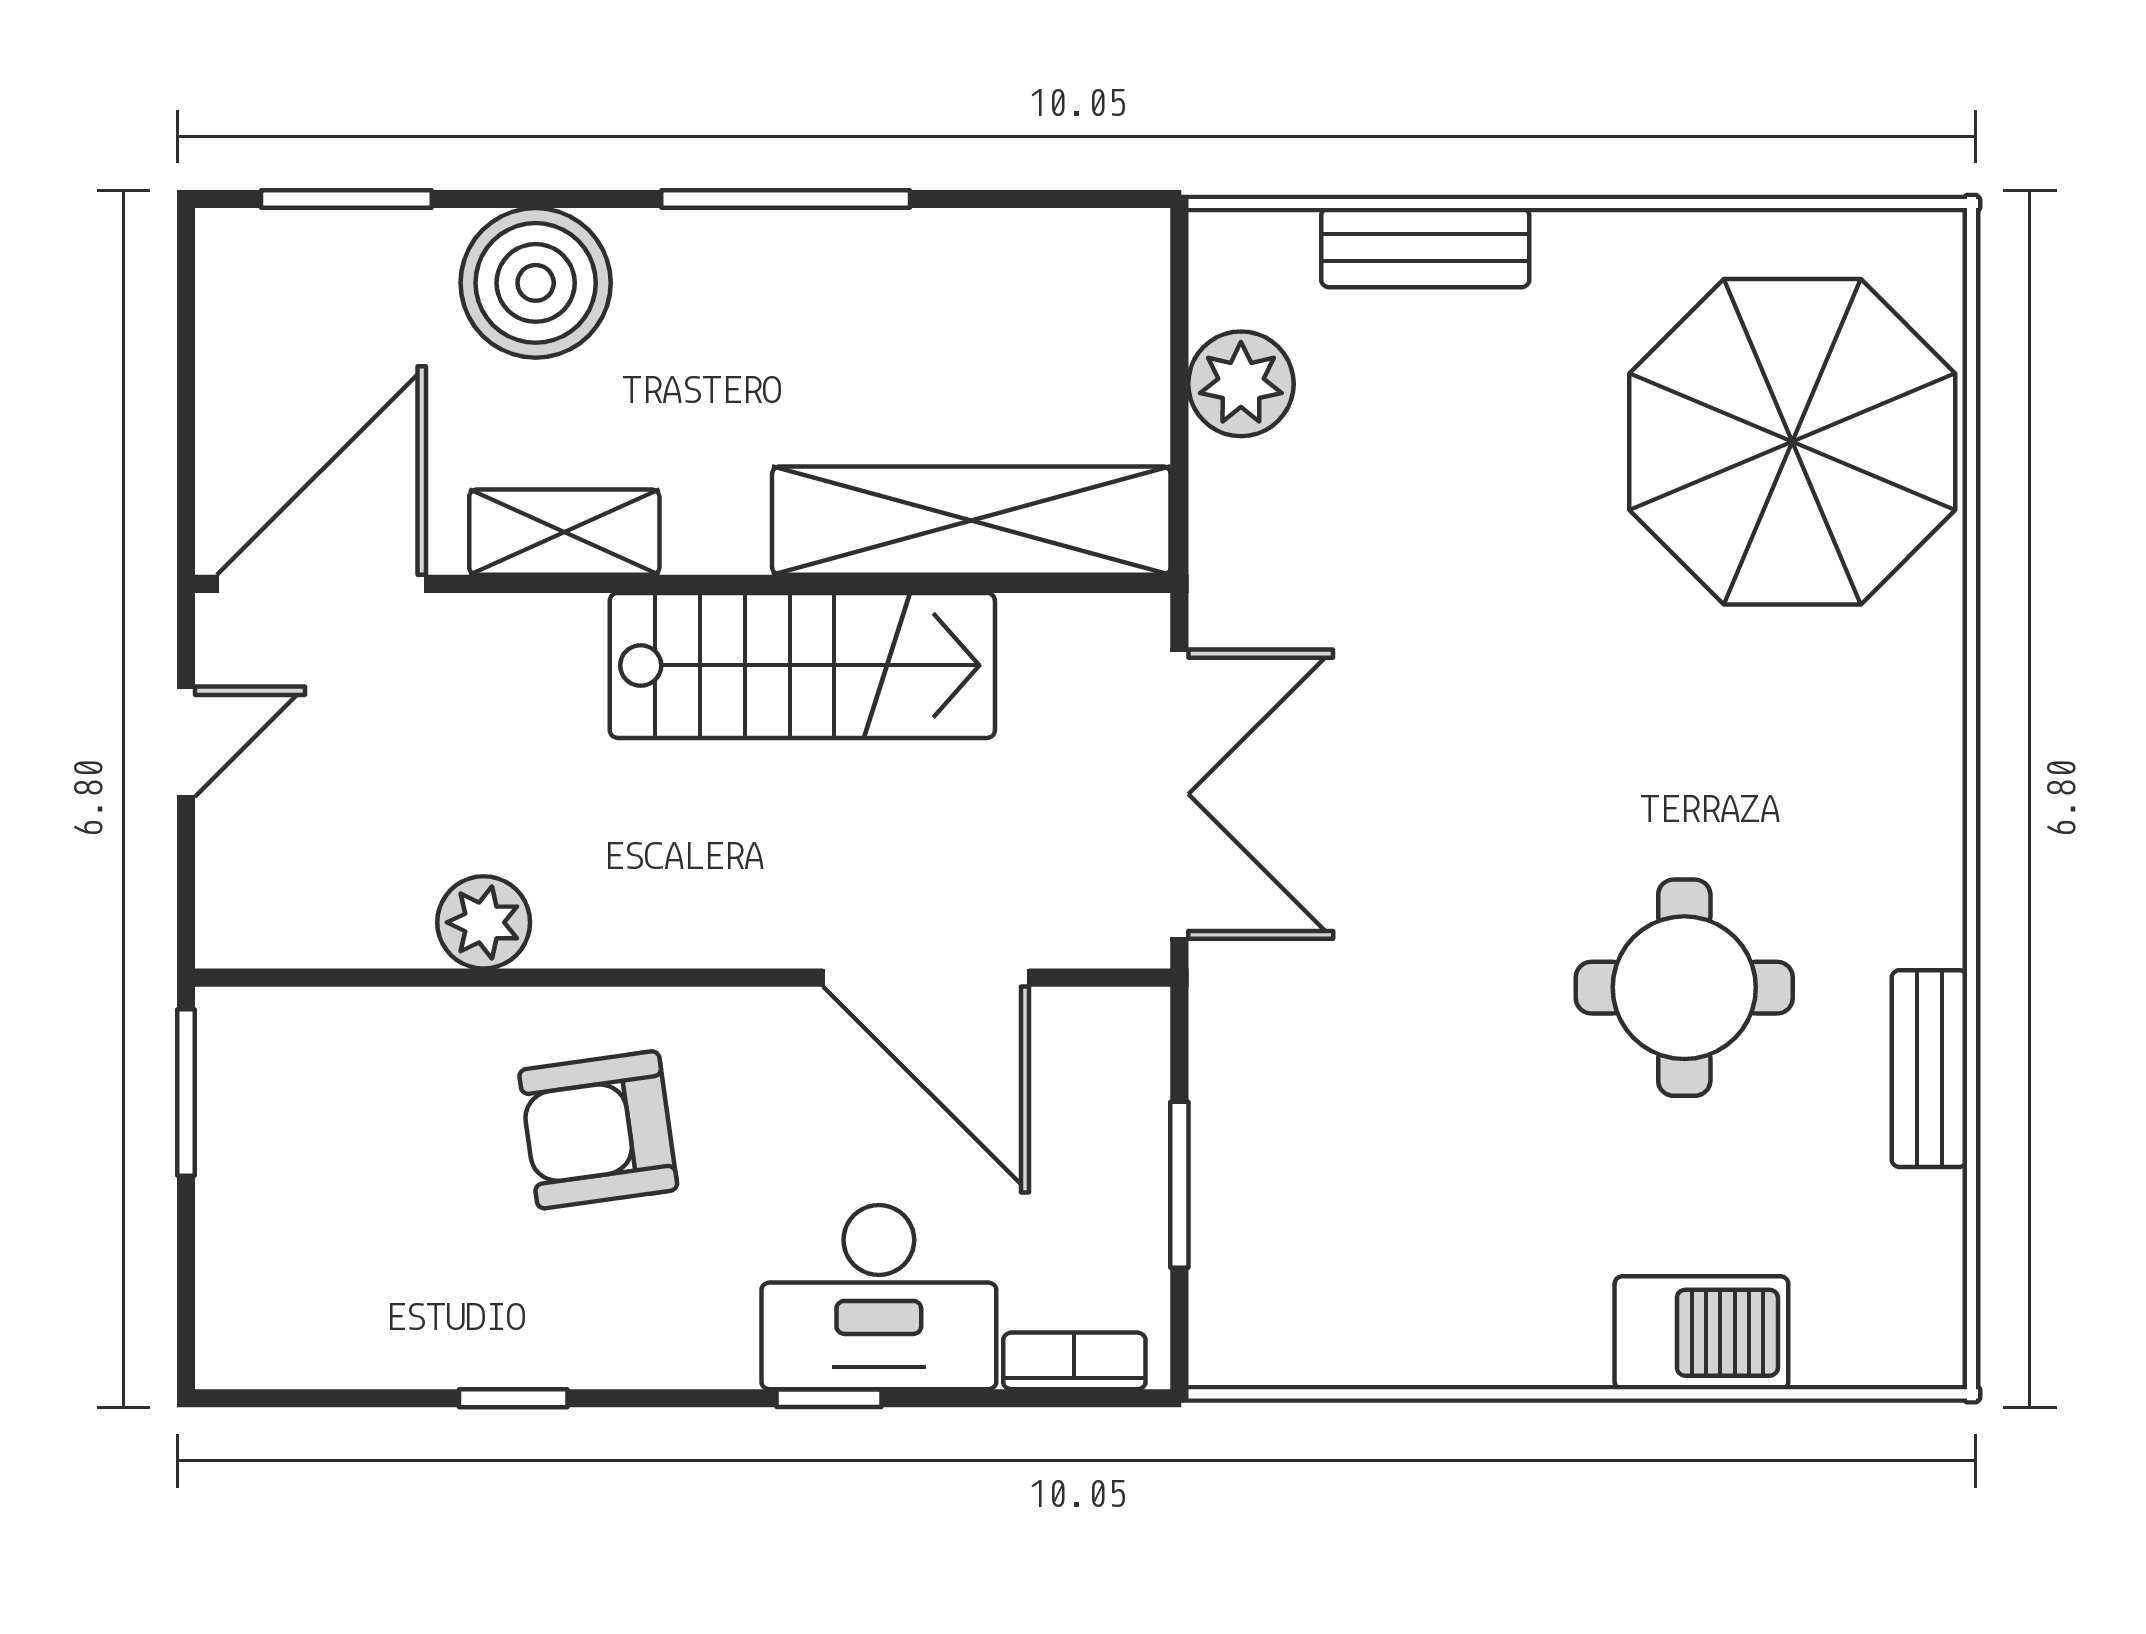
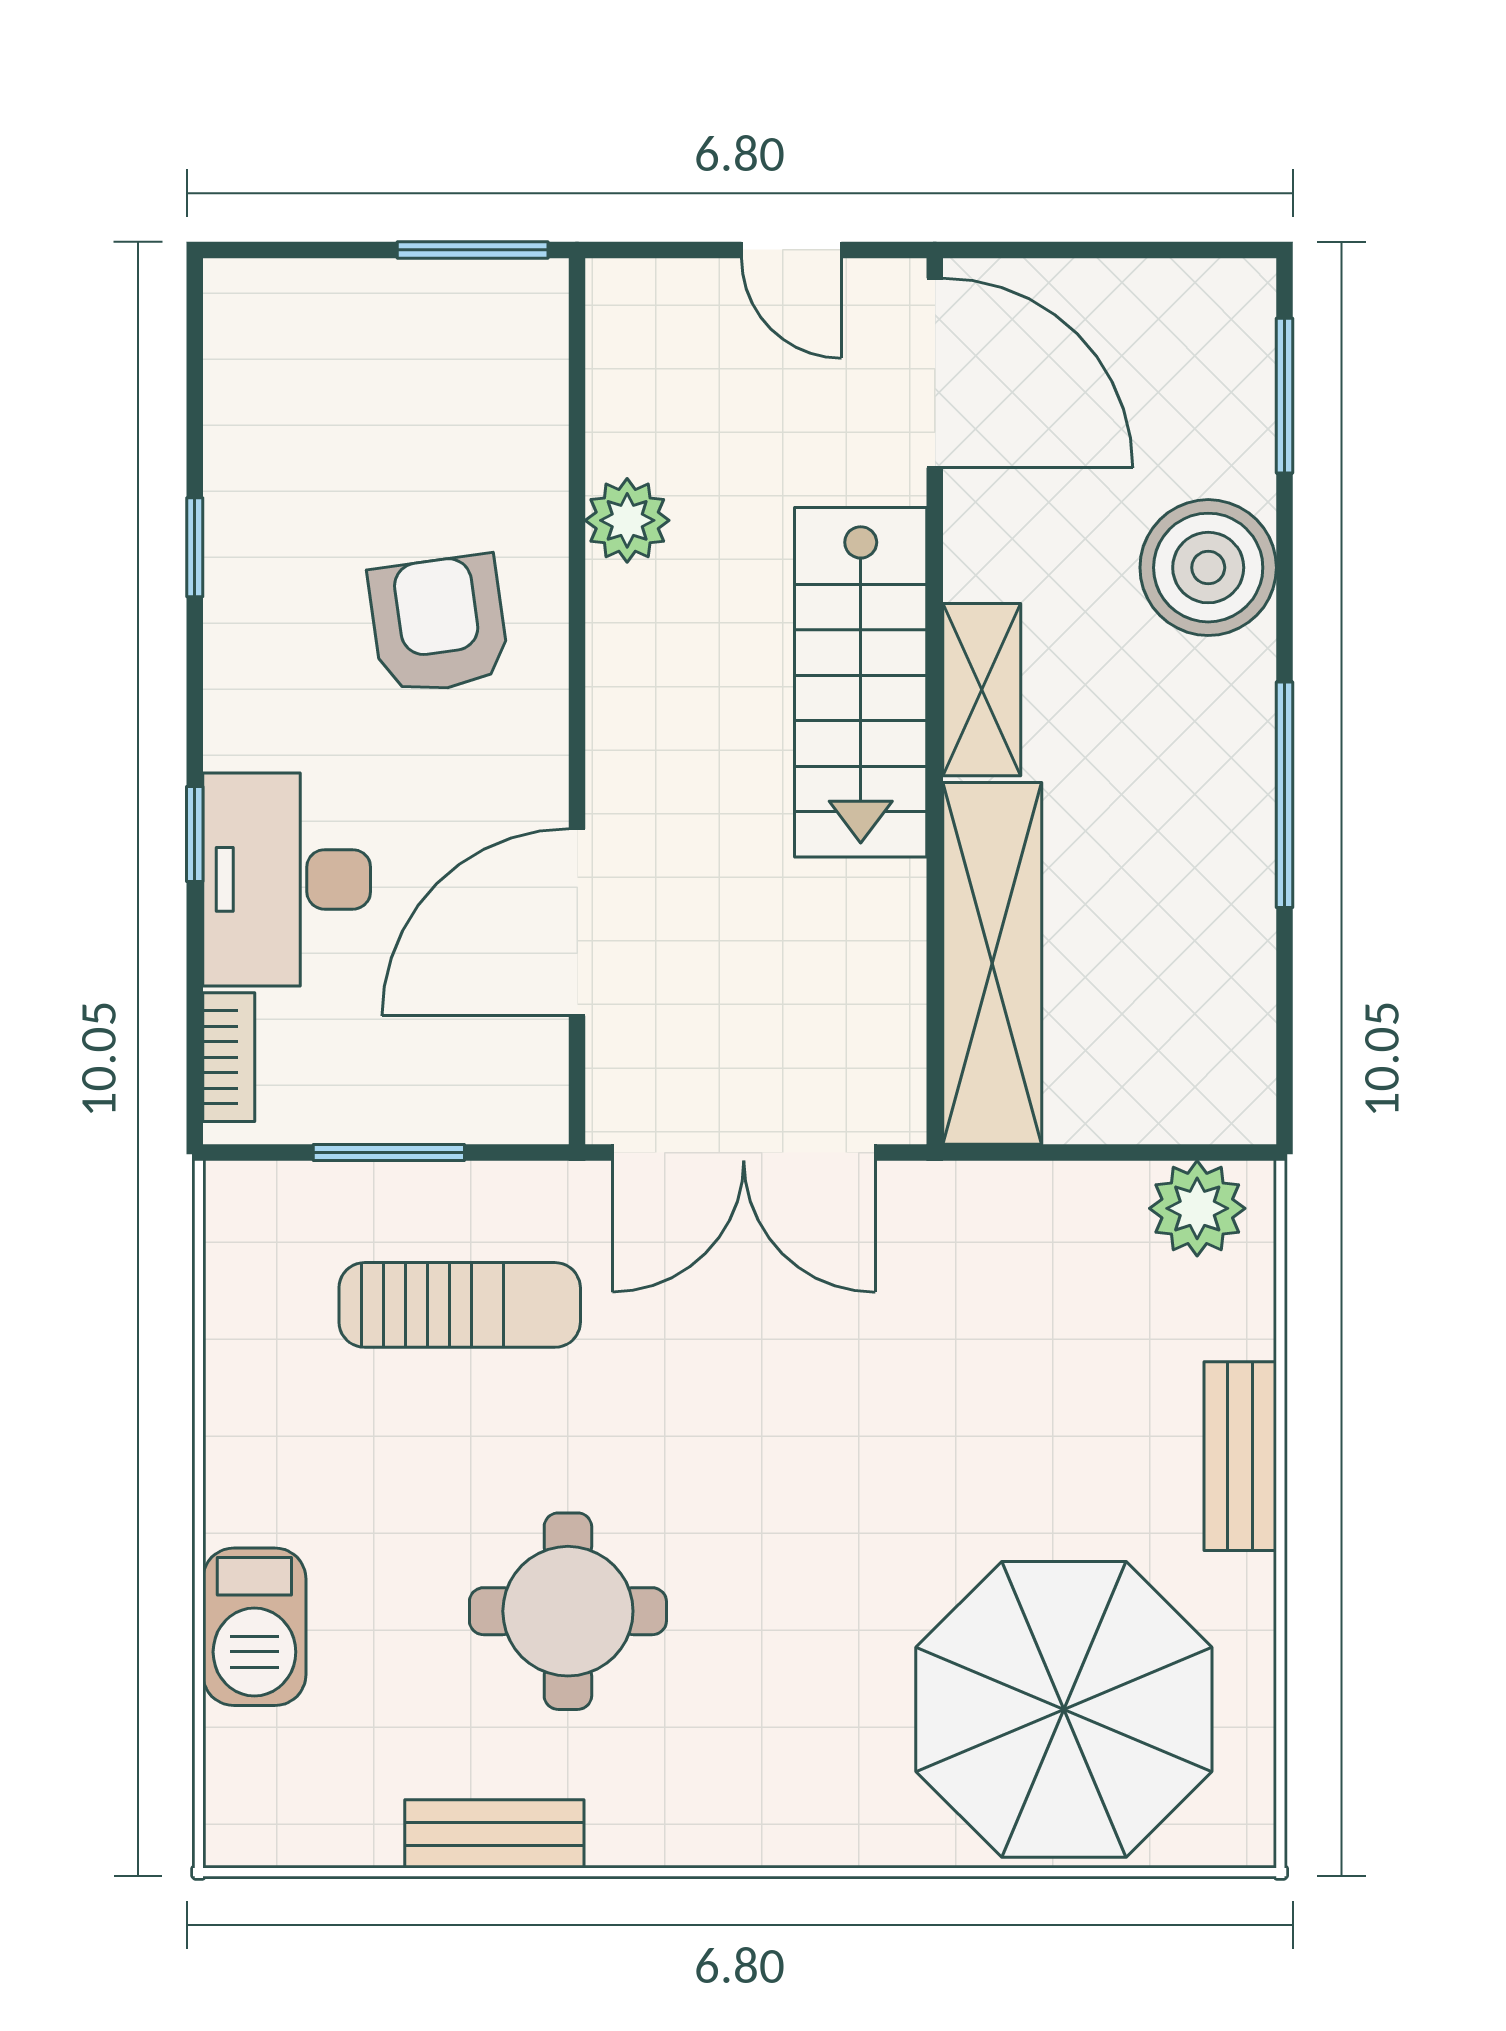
bench: (1425, 248) -> (1240, 1456), moved
plant: (1241, 384) -> (1197, 1208), moved
shelving: (564, 532) -> (982, 690), moved
stairs: (802, 665) -> (861, 682), moved
sun lounger: (1347, 1107) -> (460, 1305), added

